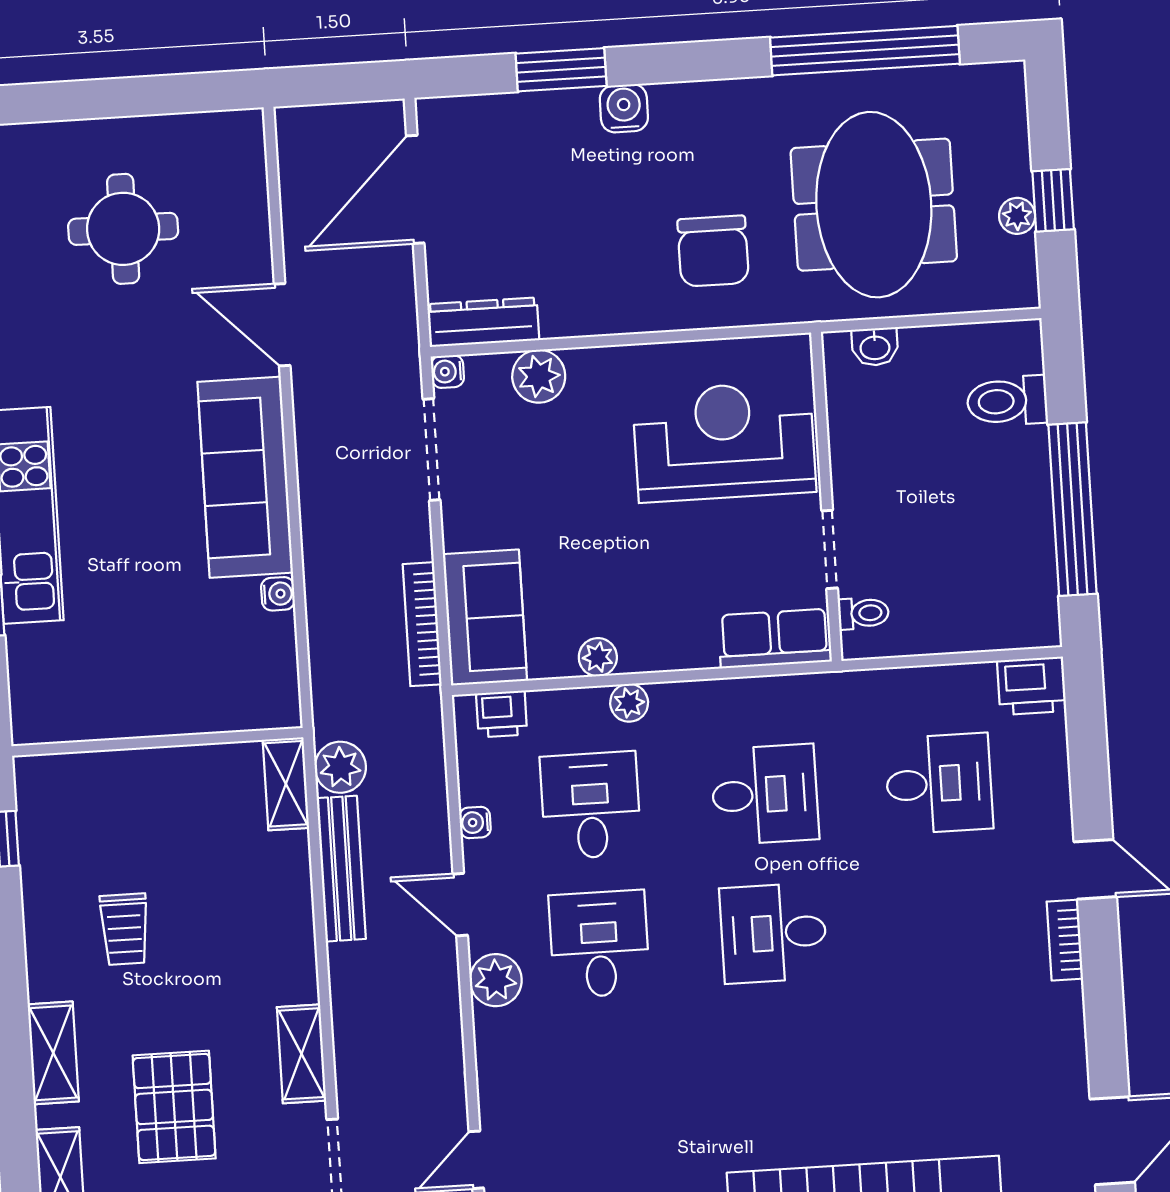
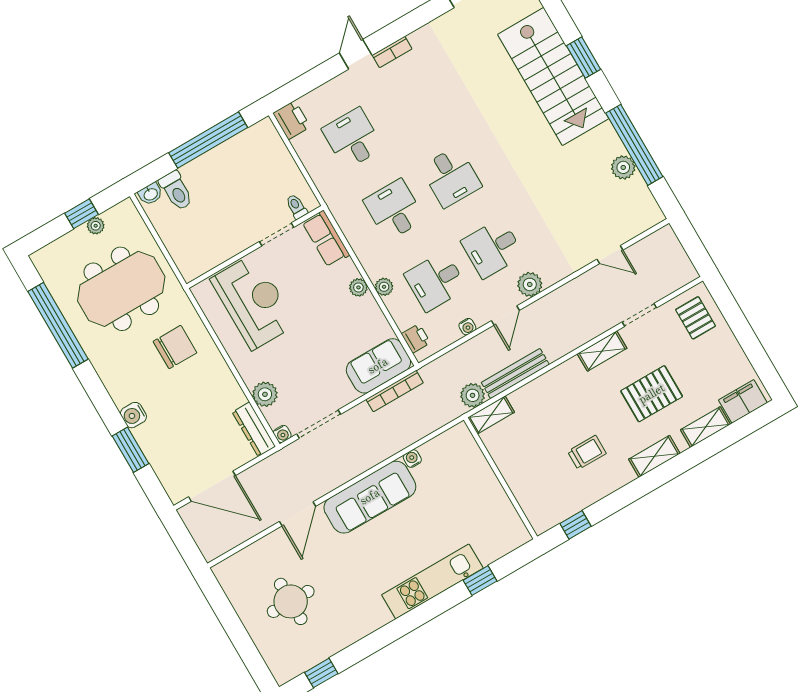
washbasin: (875, 347) -> (150, 194), moved, turned 90
reception desk: (724, 442) -> (253, 302), turned 180
plant: (598, 657) -> (358, 287), moved

